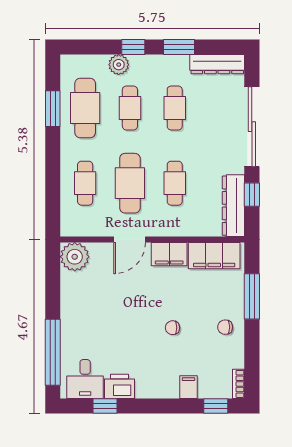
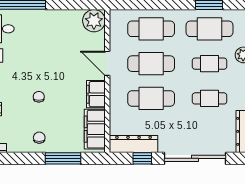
cafe table: (85, 183) -> (151, 29), width x1.37, depth x1.35
cafe table: (175, 183) -> (151, 98), width x1.37, depth x1.35

